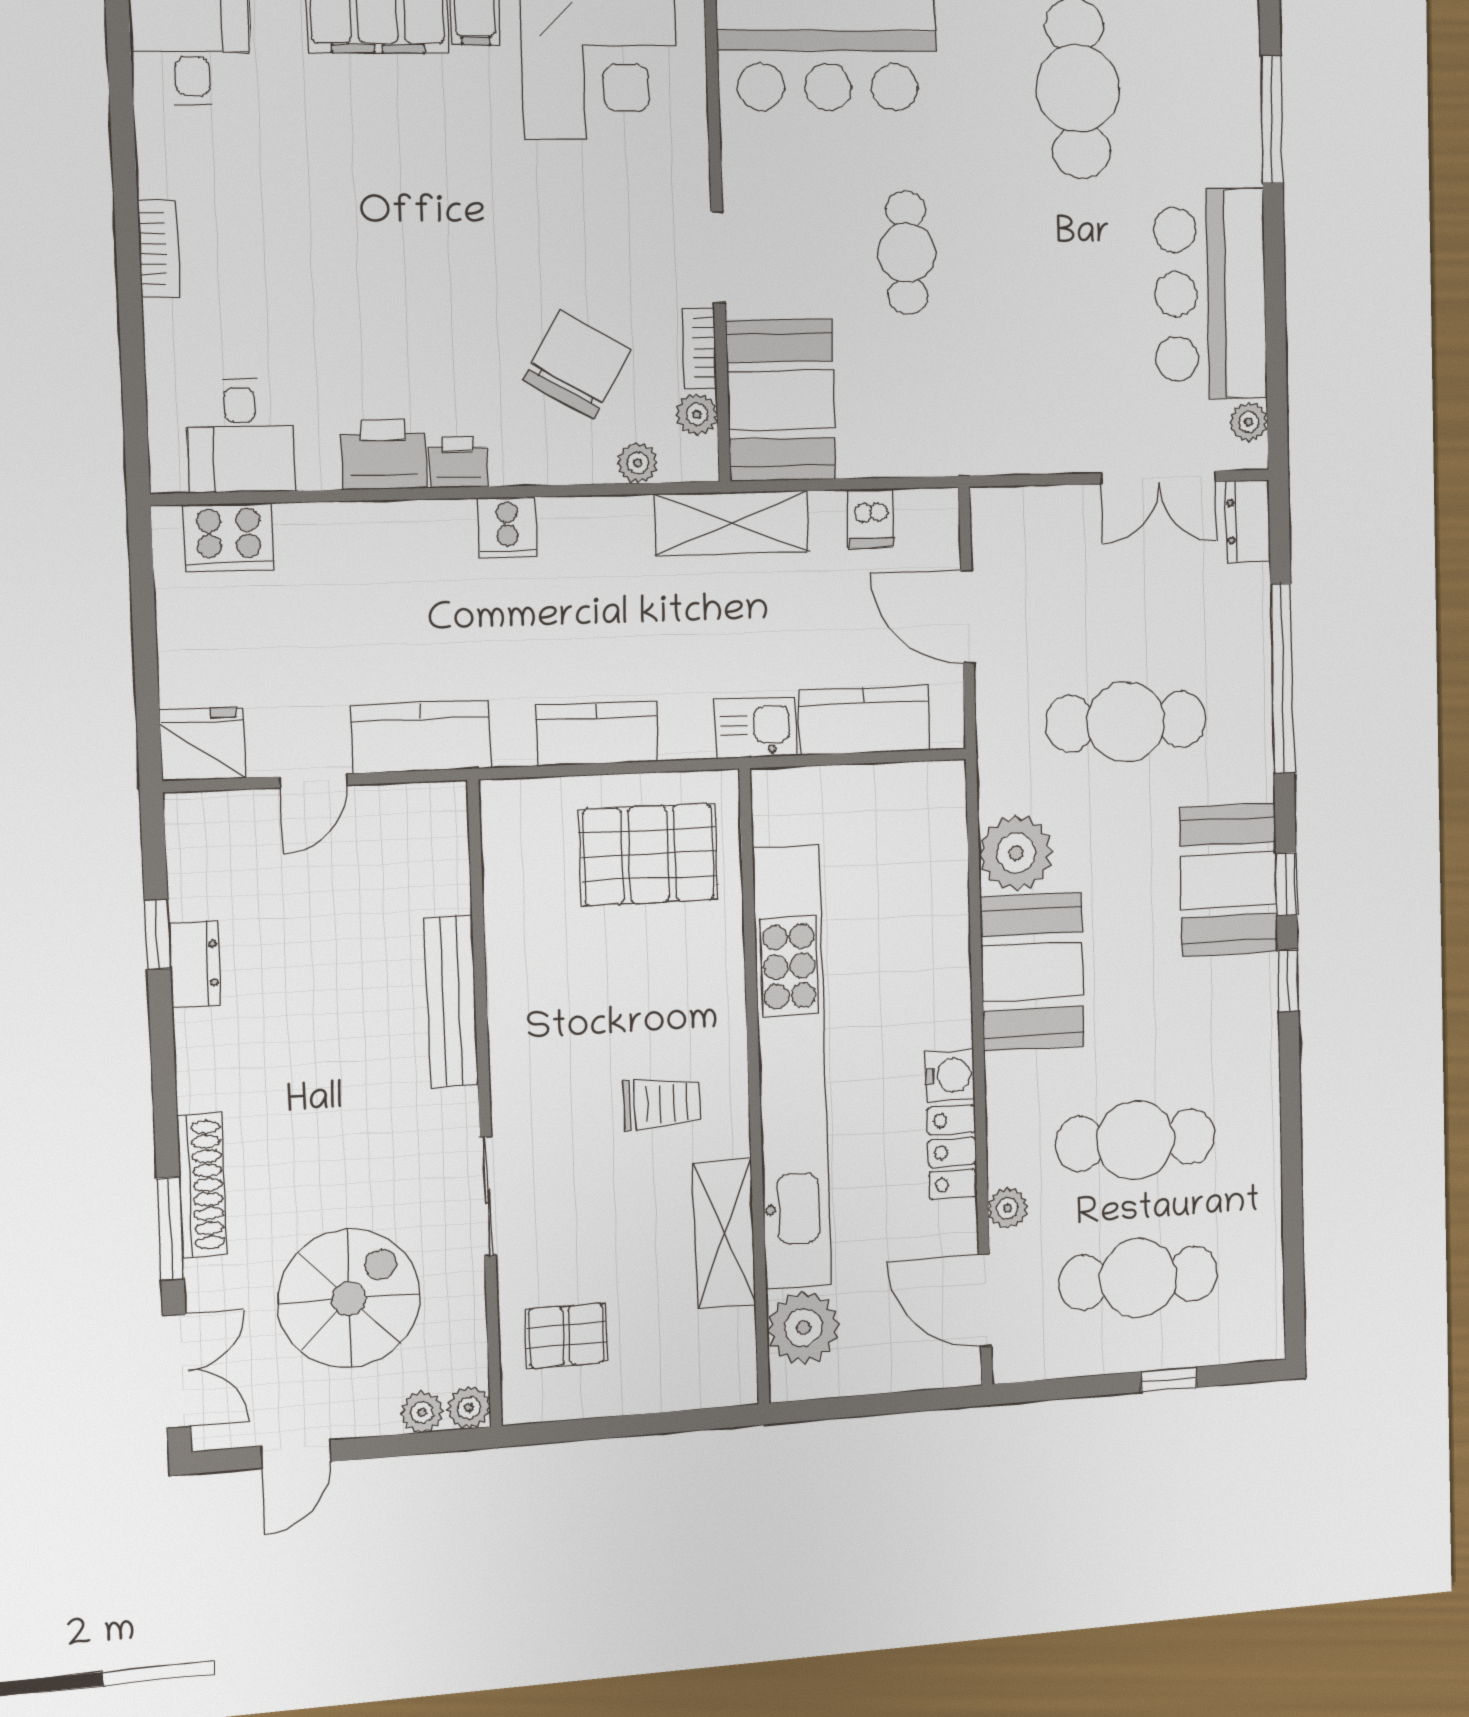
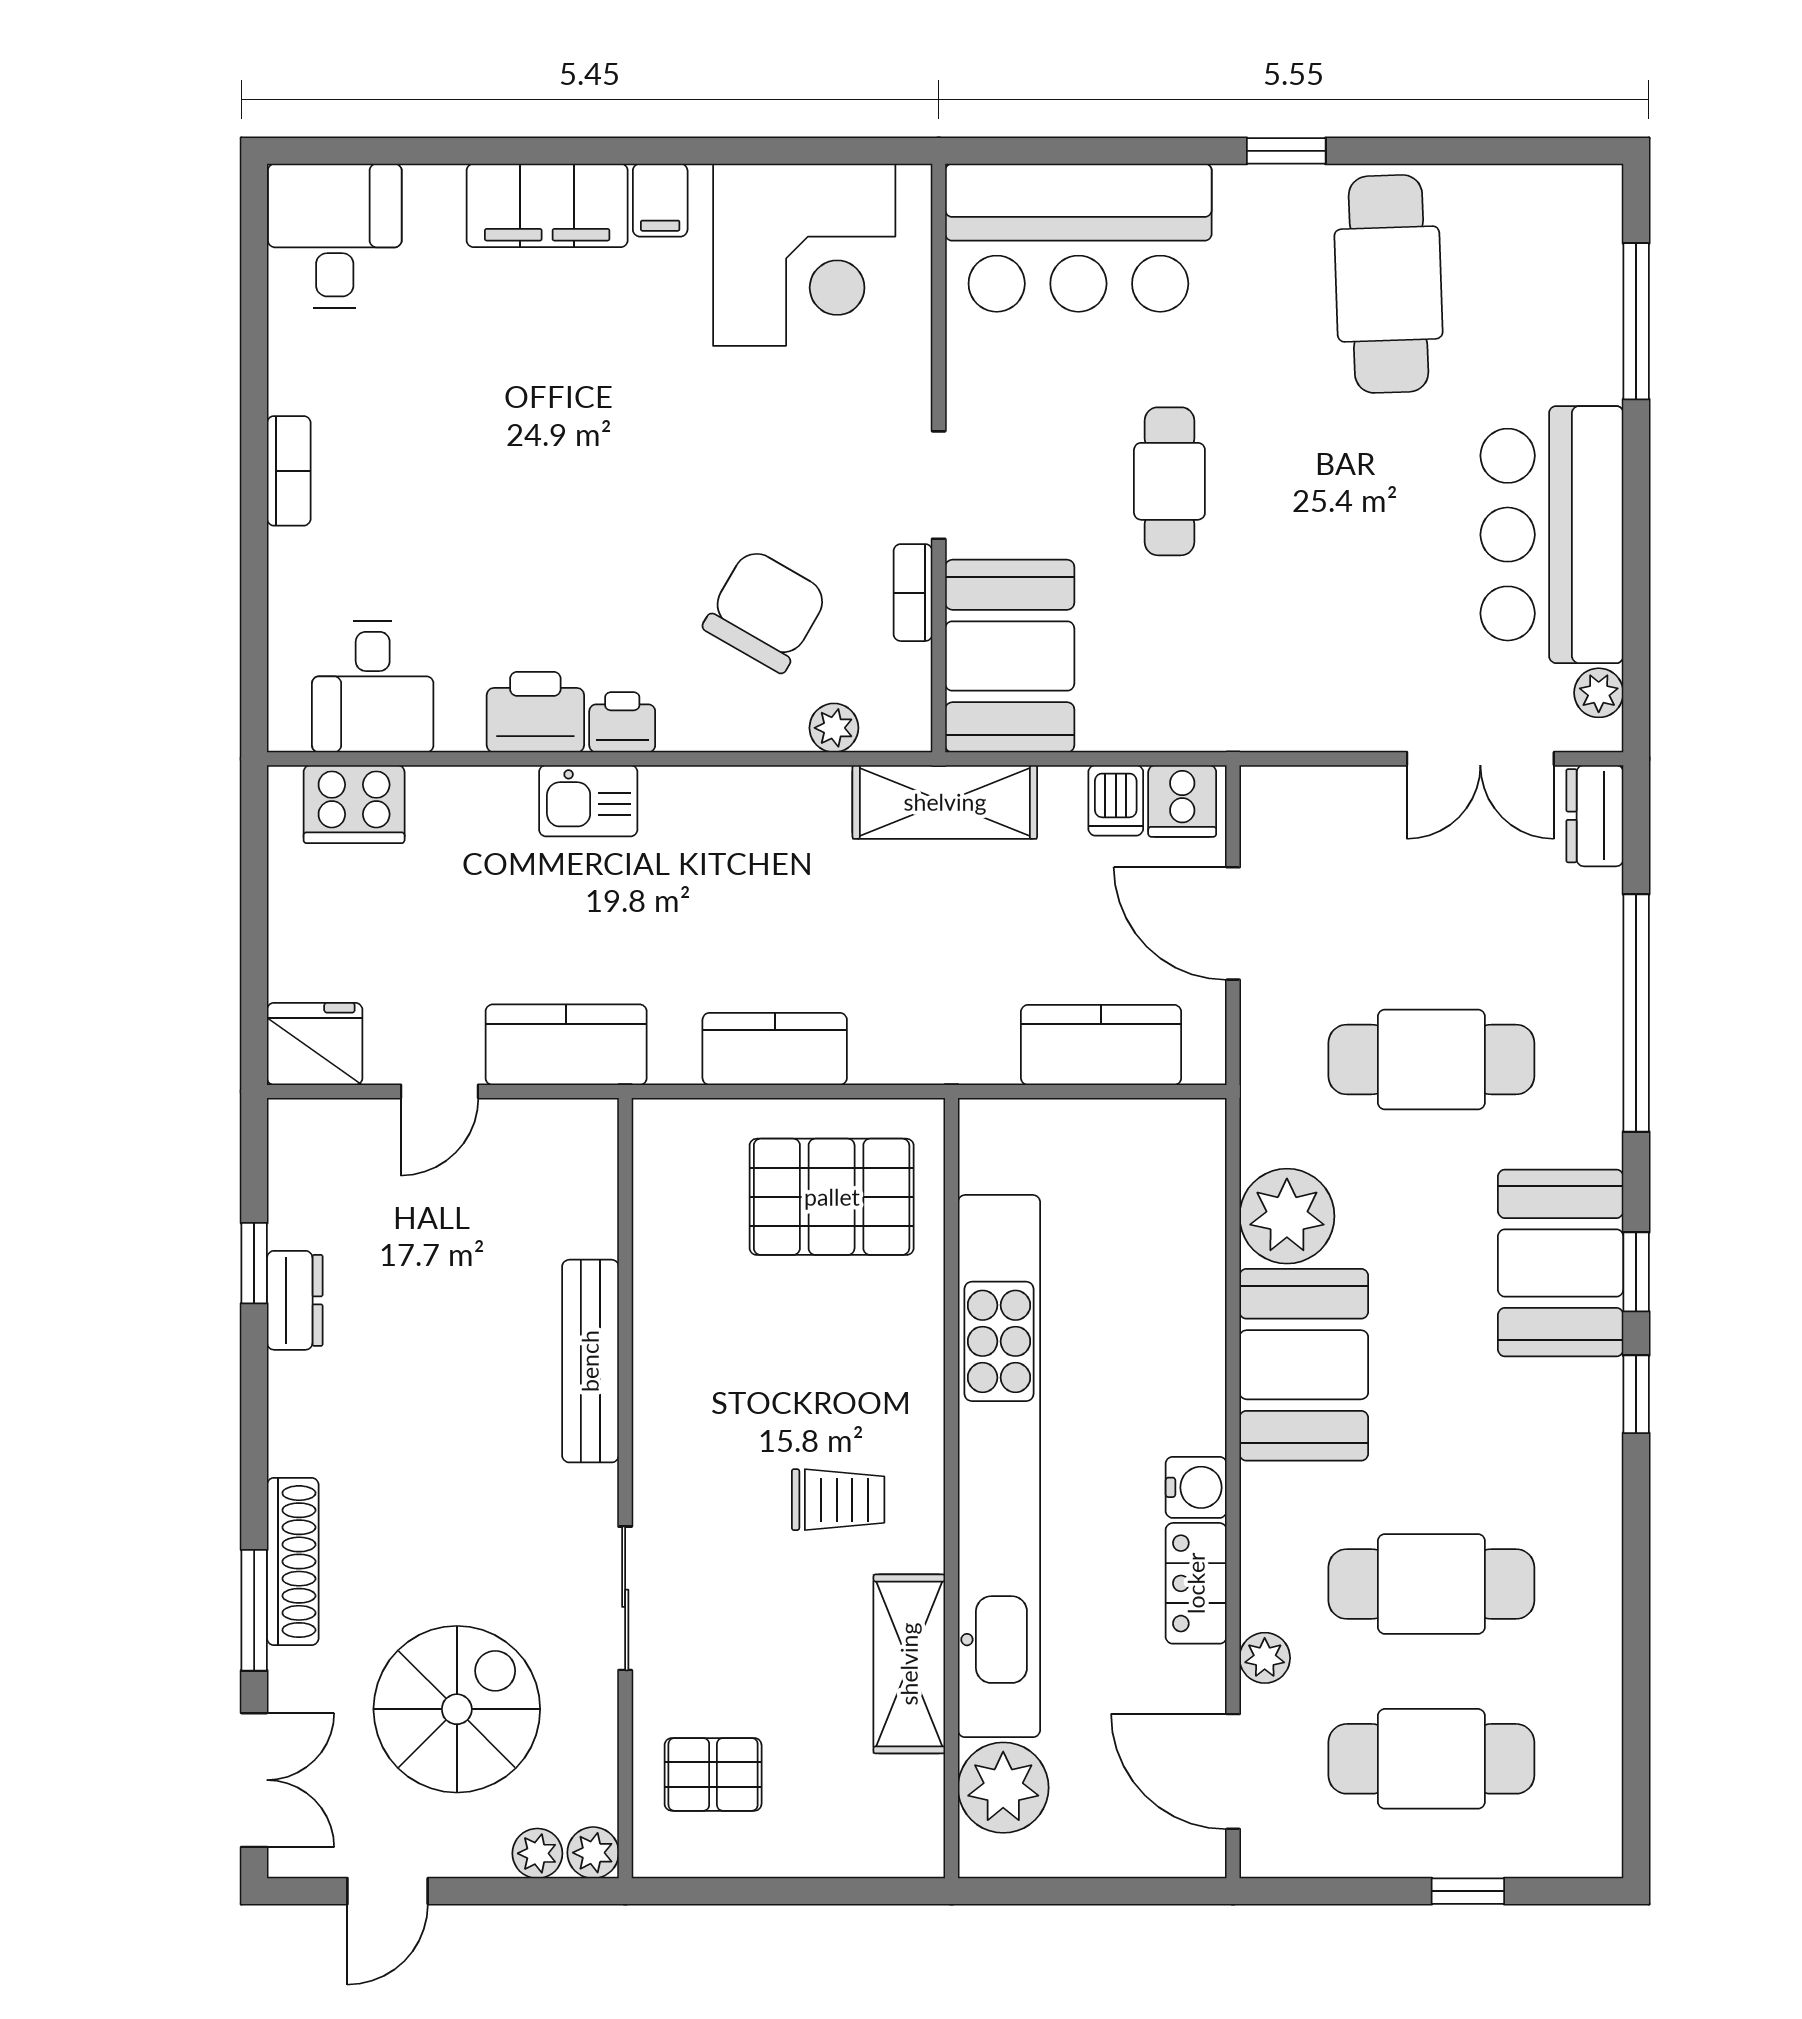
plant: (697, 414) -> (907, 671), removed
cooker: (507, 528) -> (1182, 801), moved
kitchen sink: (756, 728) -> (588, 801), moved, turned 180

